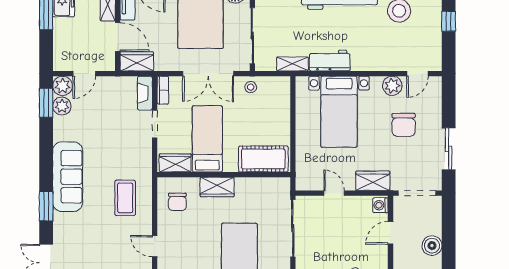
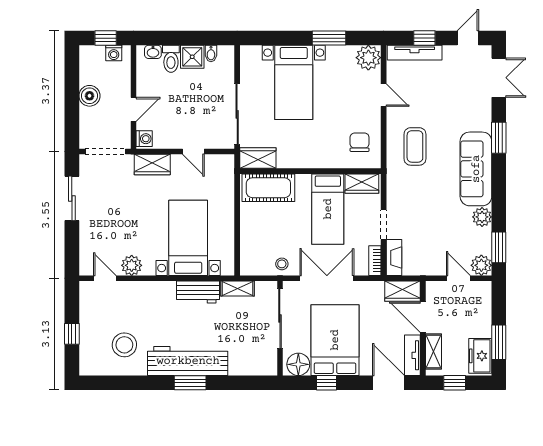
door: (84, 74) -> (458, 278), hinge flipped
door: (418, 74) -> (105, 278), hinge flipped
plant: (62, 106) -> (482, 217), moved
chair: (404, 125) -> (120, 224), removed
wardrobe: (217, 187) -> (258, 158), moved

